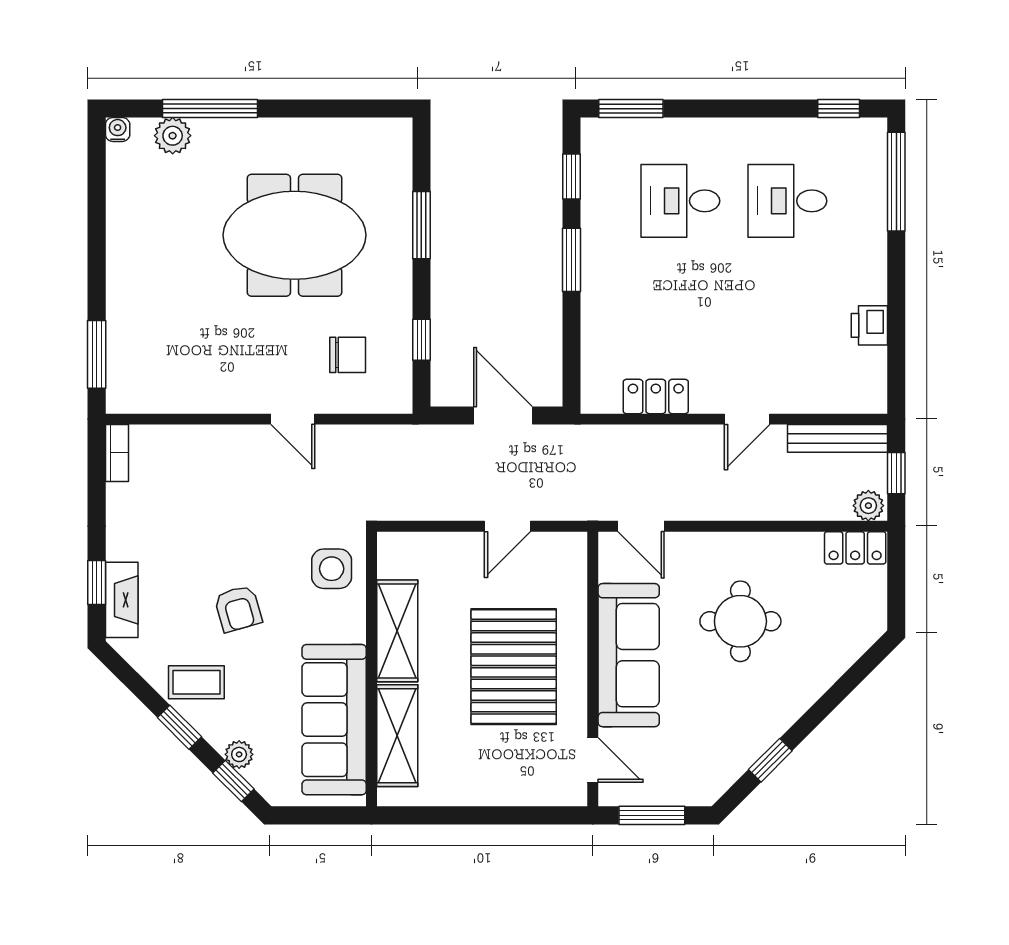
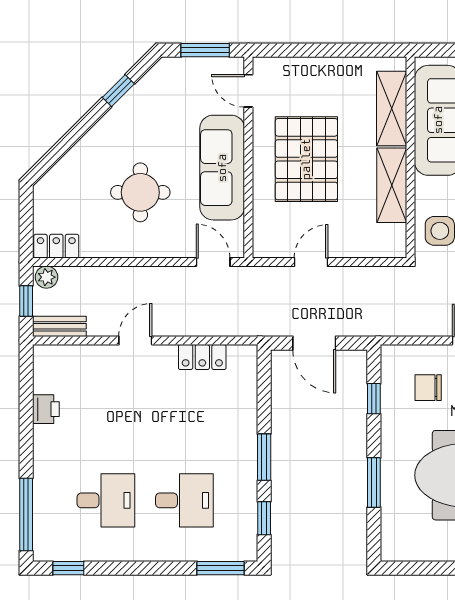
bench: (838, 438) -> (59, 326), width x0.73

